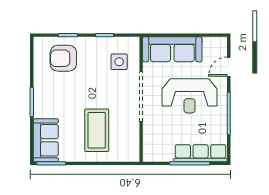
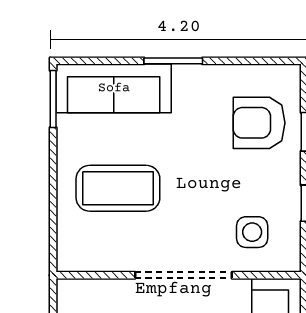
armchair: (63, 58) -> (259, 123), turned -90
sofa: (46, 140) -> (114, 88), width x1.36

